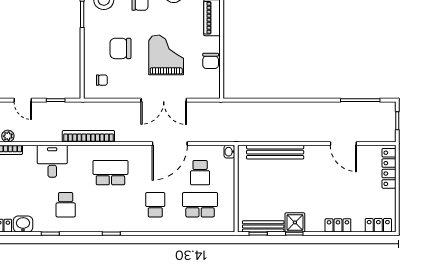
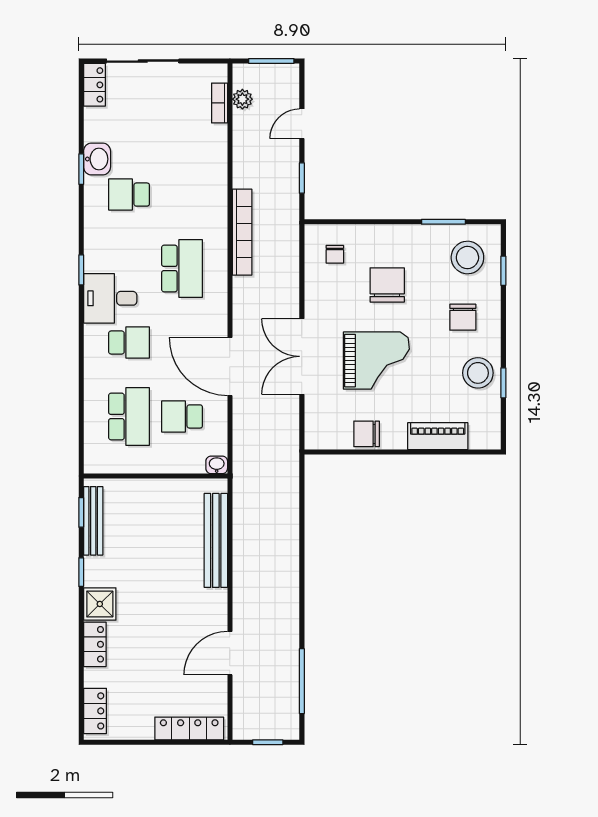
desk: (52, 161) -> (110, 298), moved, turned 180
shower: (295, 222) -> (100, 604), moved
washbasin: (23, 224) -> (97, 159), moved

